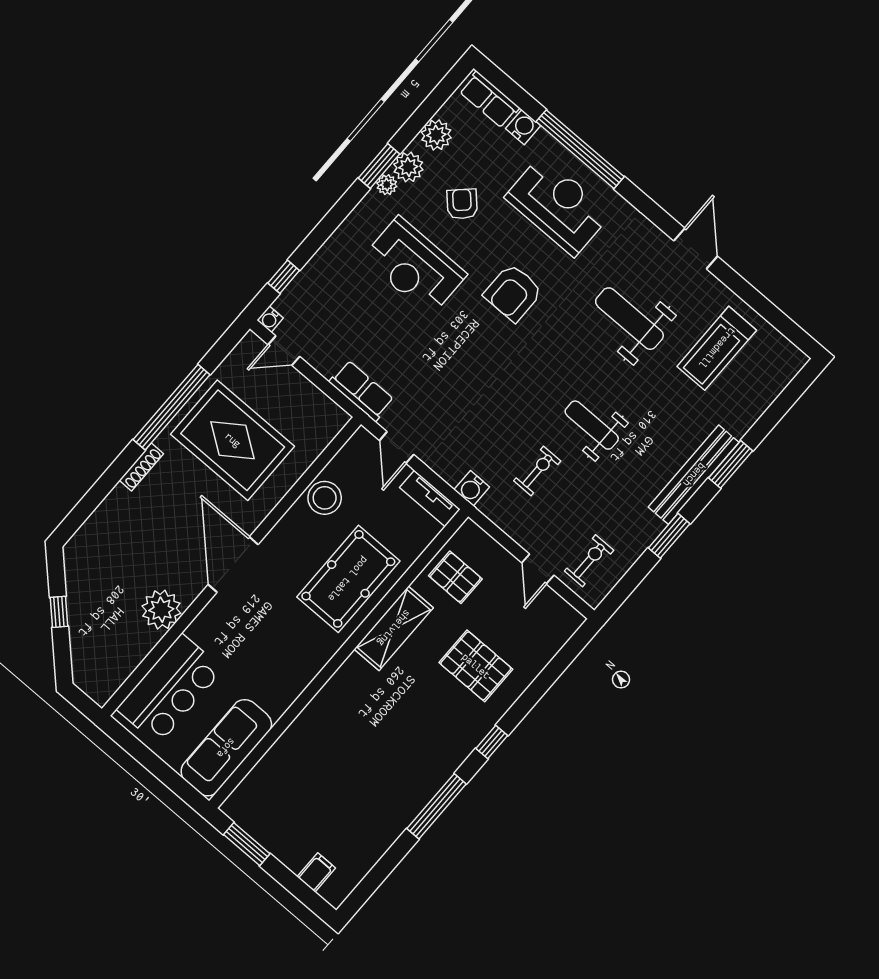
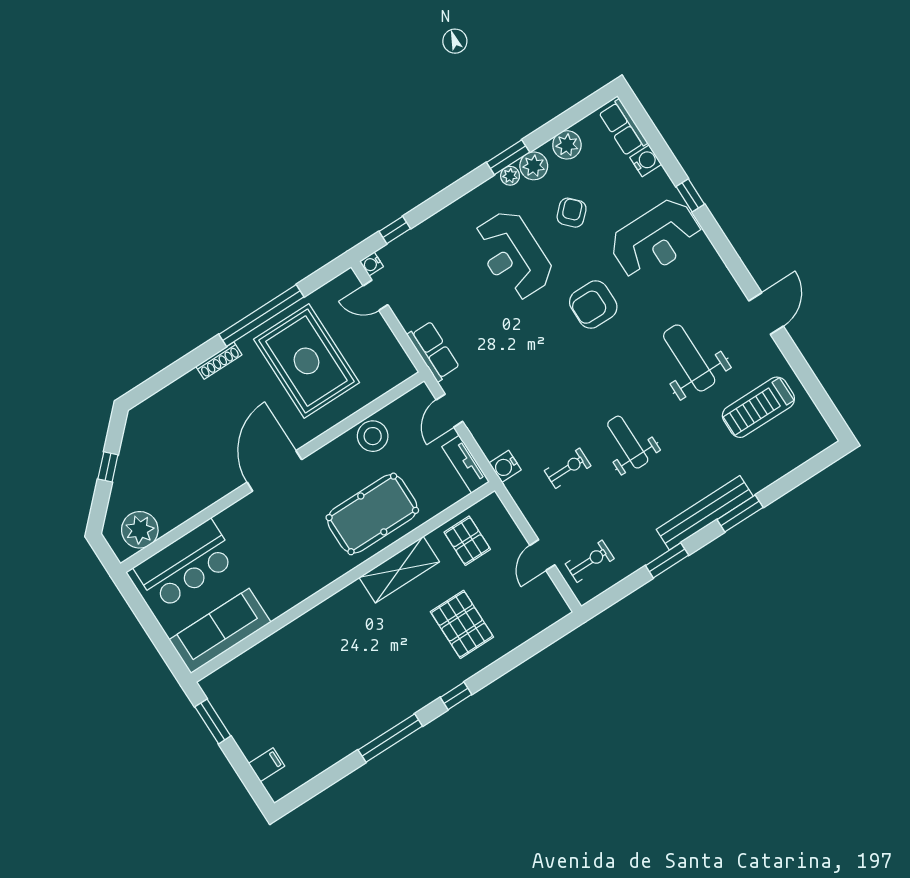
window: (580, 149) -> (690, 195), width x0.32
reception desk: (558, 205) -> (656, 239), turned 90
plant: (161, 610) -> (140, 530), moved

